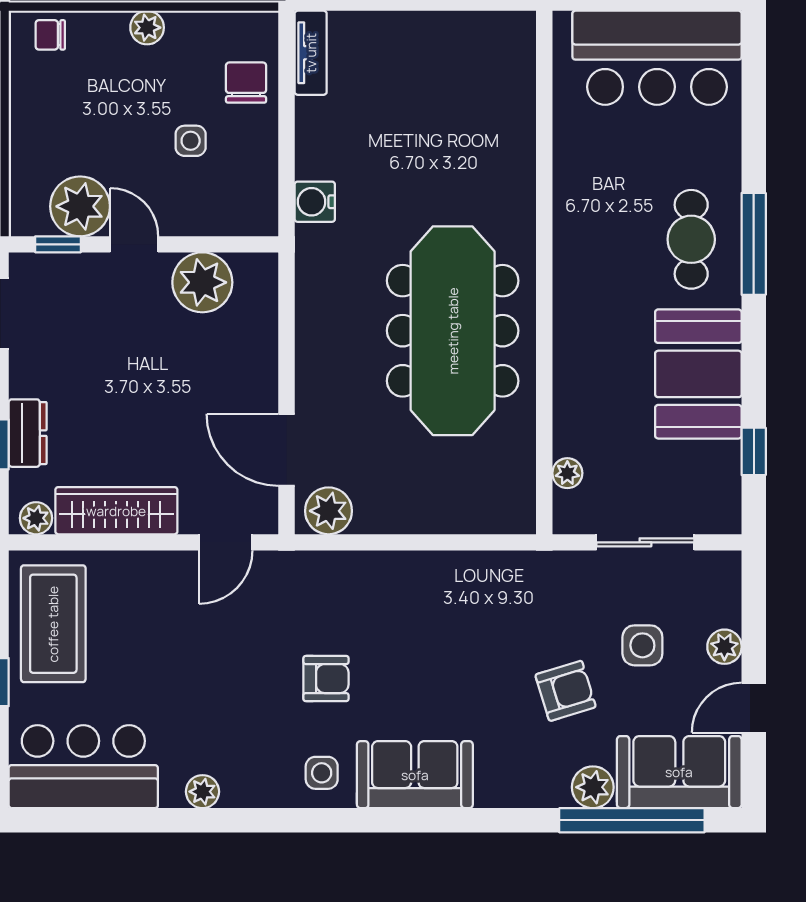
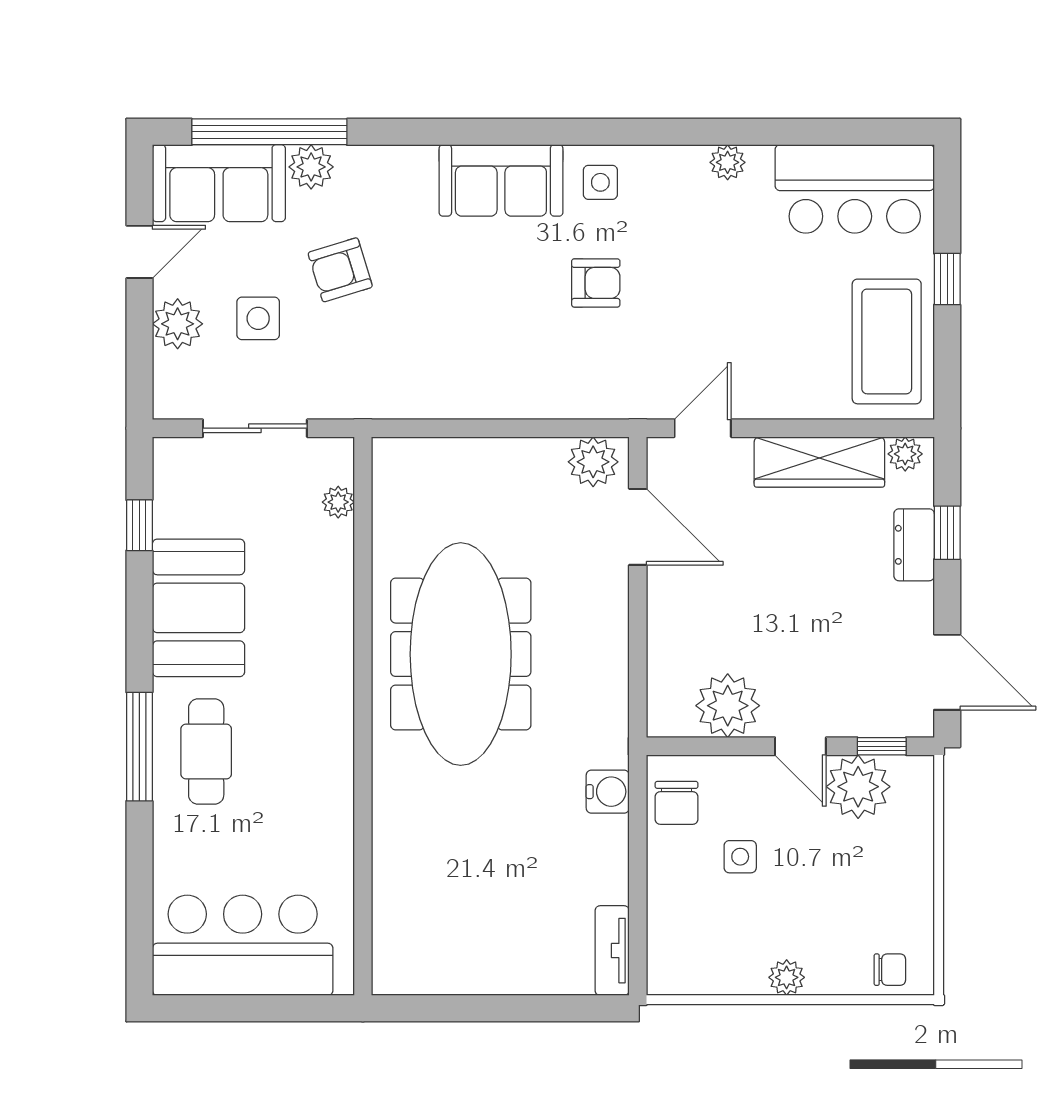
chair: (246, 83) -> (677, 803), moved
plant: (724, 647) -> (178, 324), width x1.38, depth x1.38
armchair: (326, 679) -> (596, 283), turned 180

